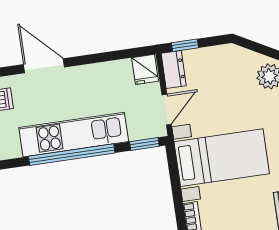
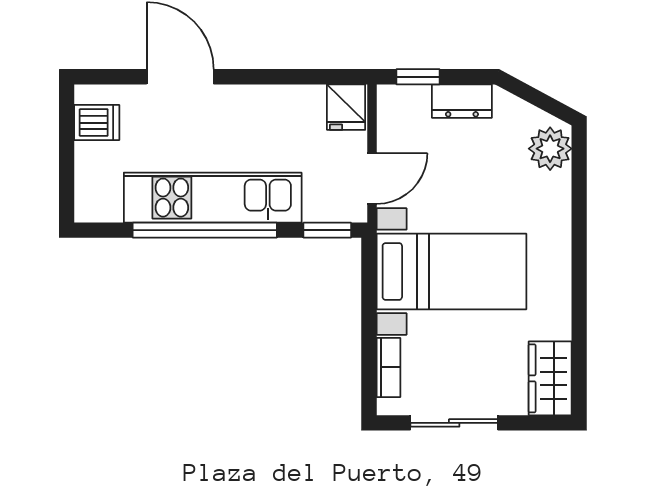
dresser: (174, 70) -> (462, 101), moved, turned 90

